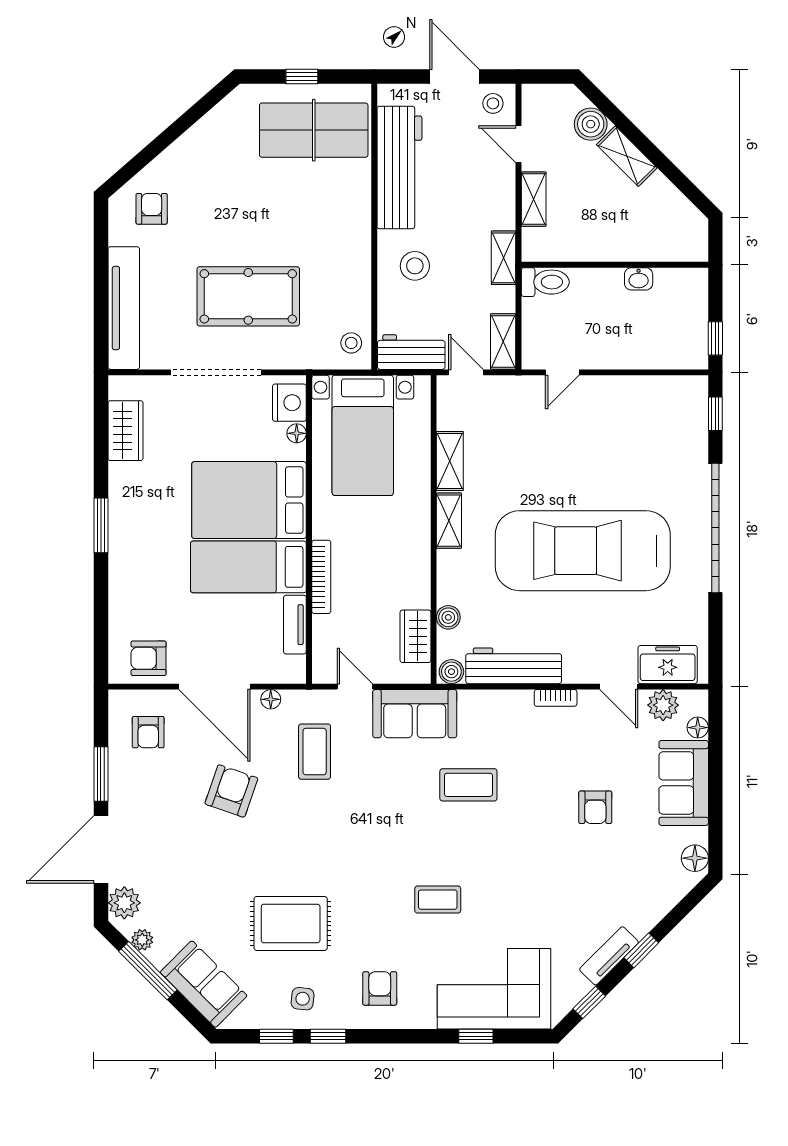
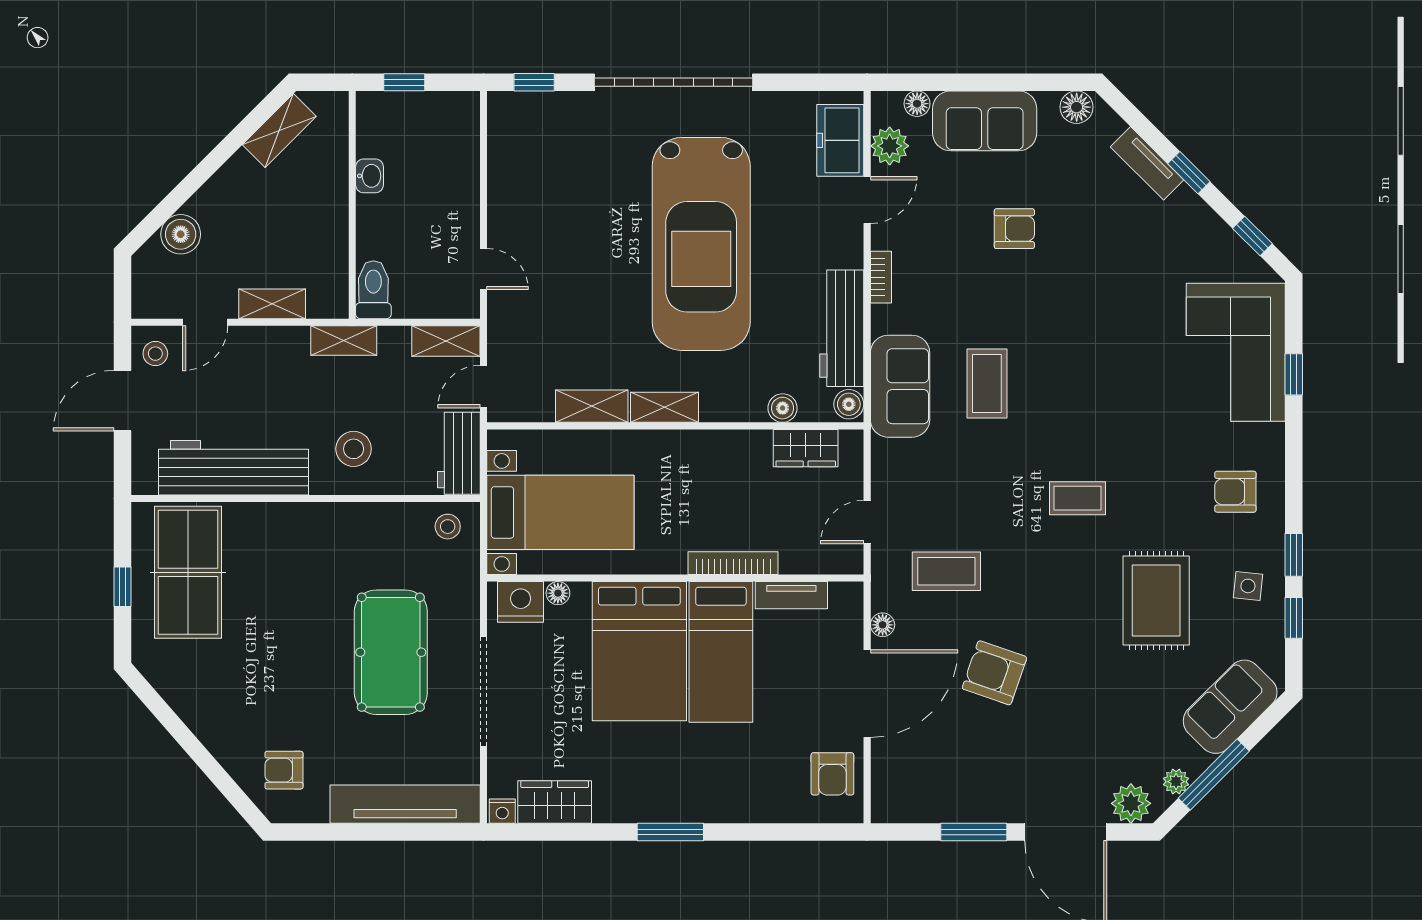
shelving: (627, 156) -> (279, 131), moved
window: (715, 338) -> (404, 82), moved
nightstand: (118, 388) -> (502, 811), added
sofa: (415, 714) -> (900, 386), moved
armchair: (148, 732) -> (923, 774), removed
coffee table: (438, 900) -> (1078, 498), moved, turned 90
tv unit: (609, 956) -> (1147, 163), moved

